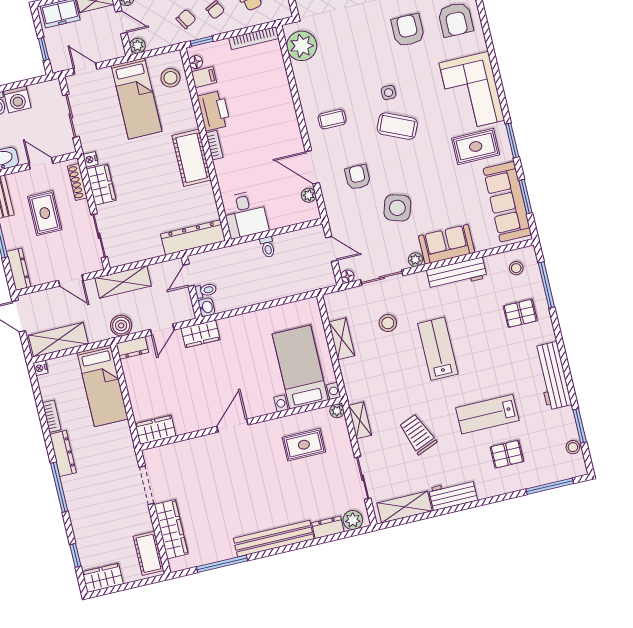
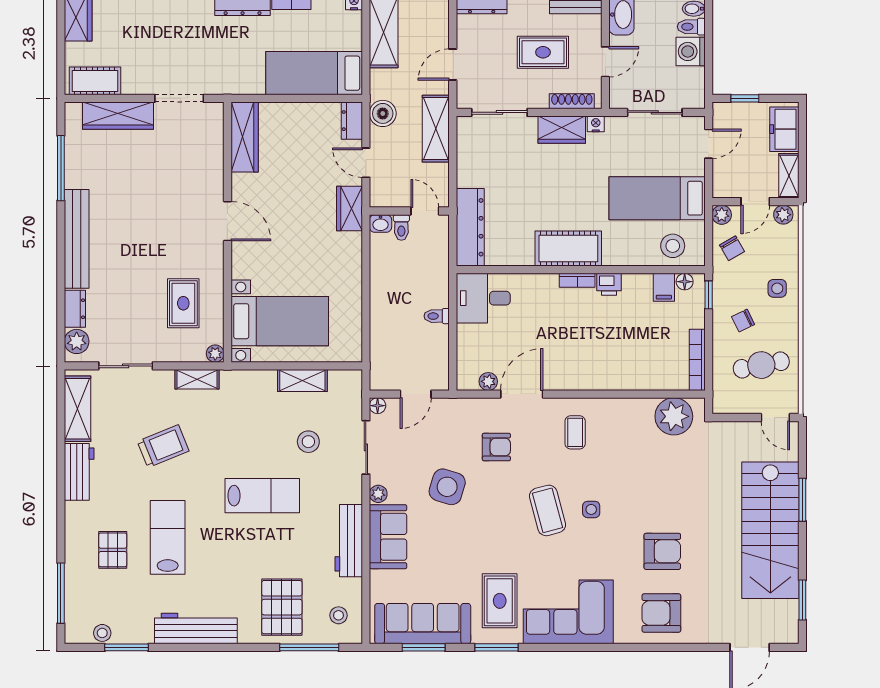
chair: (186, 19) -> (732, 248), moved
printer: (214, 111) -> (609, 284), width x0.53, depth x0.68
coffee table: (397, 126) -> (547, 510), turned -39
pallet: (520, 313) -> (282, 607), width x1.50, depth x1.42
wardrobe: (155, 430) -> (245, 137), width x1.50

